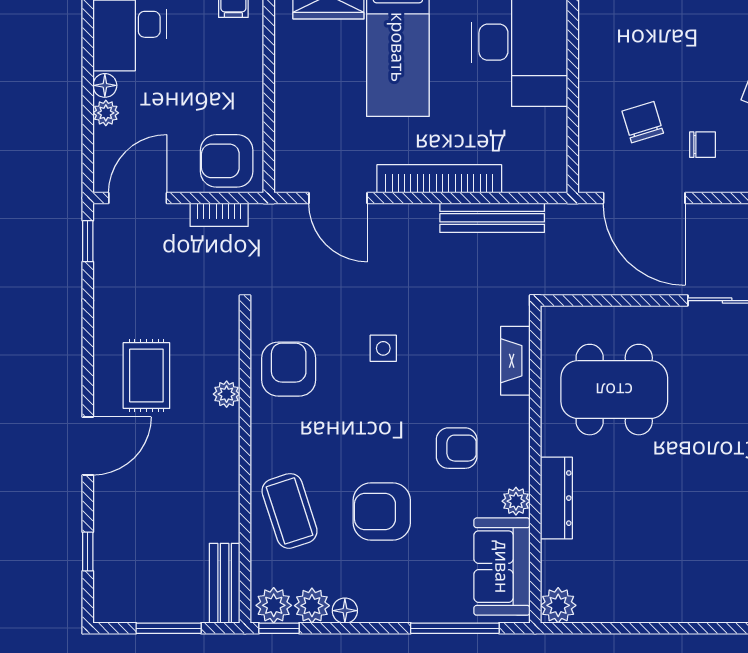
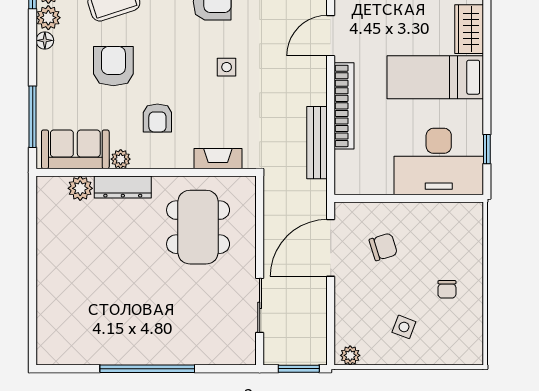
chair: (702, 145) -> (447, 289), moved
plant: (558, 605) -> (80, 188), moved

